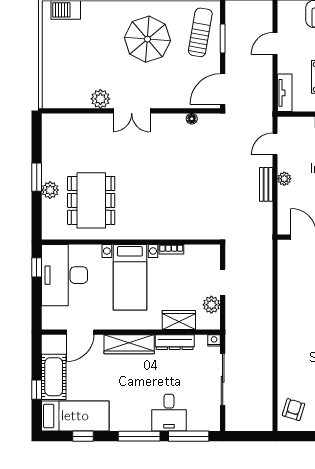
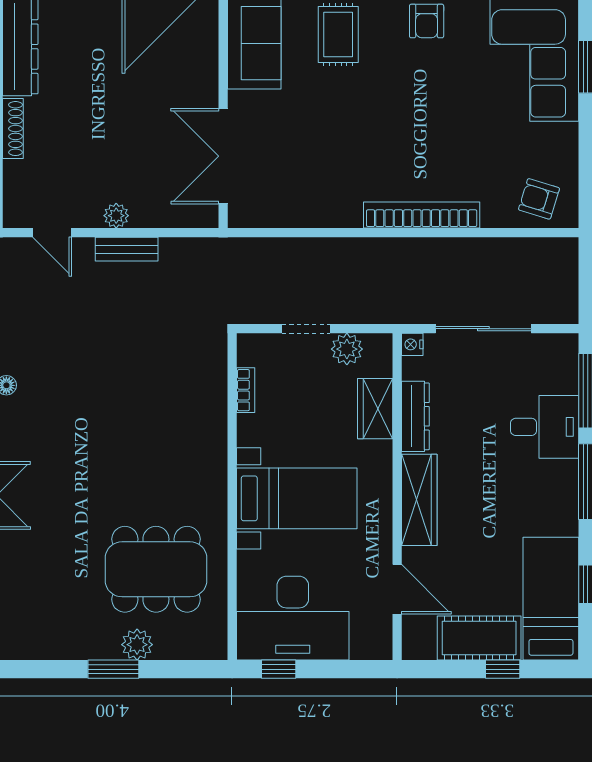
bookcase: (171, 249) -> (246, 390), moved
bookcase: (285, 345) -> (422, 215), added

